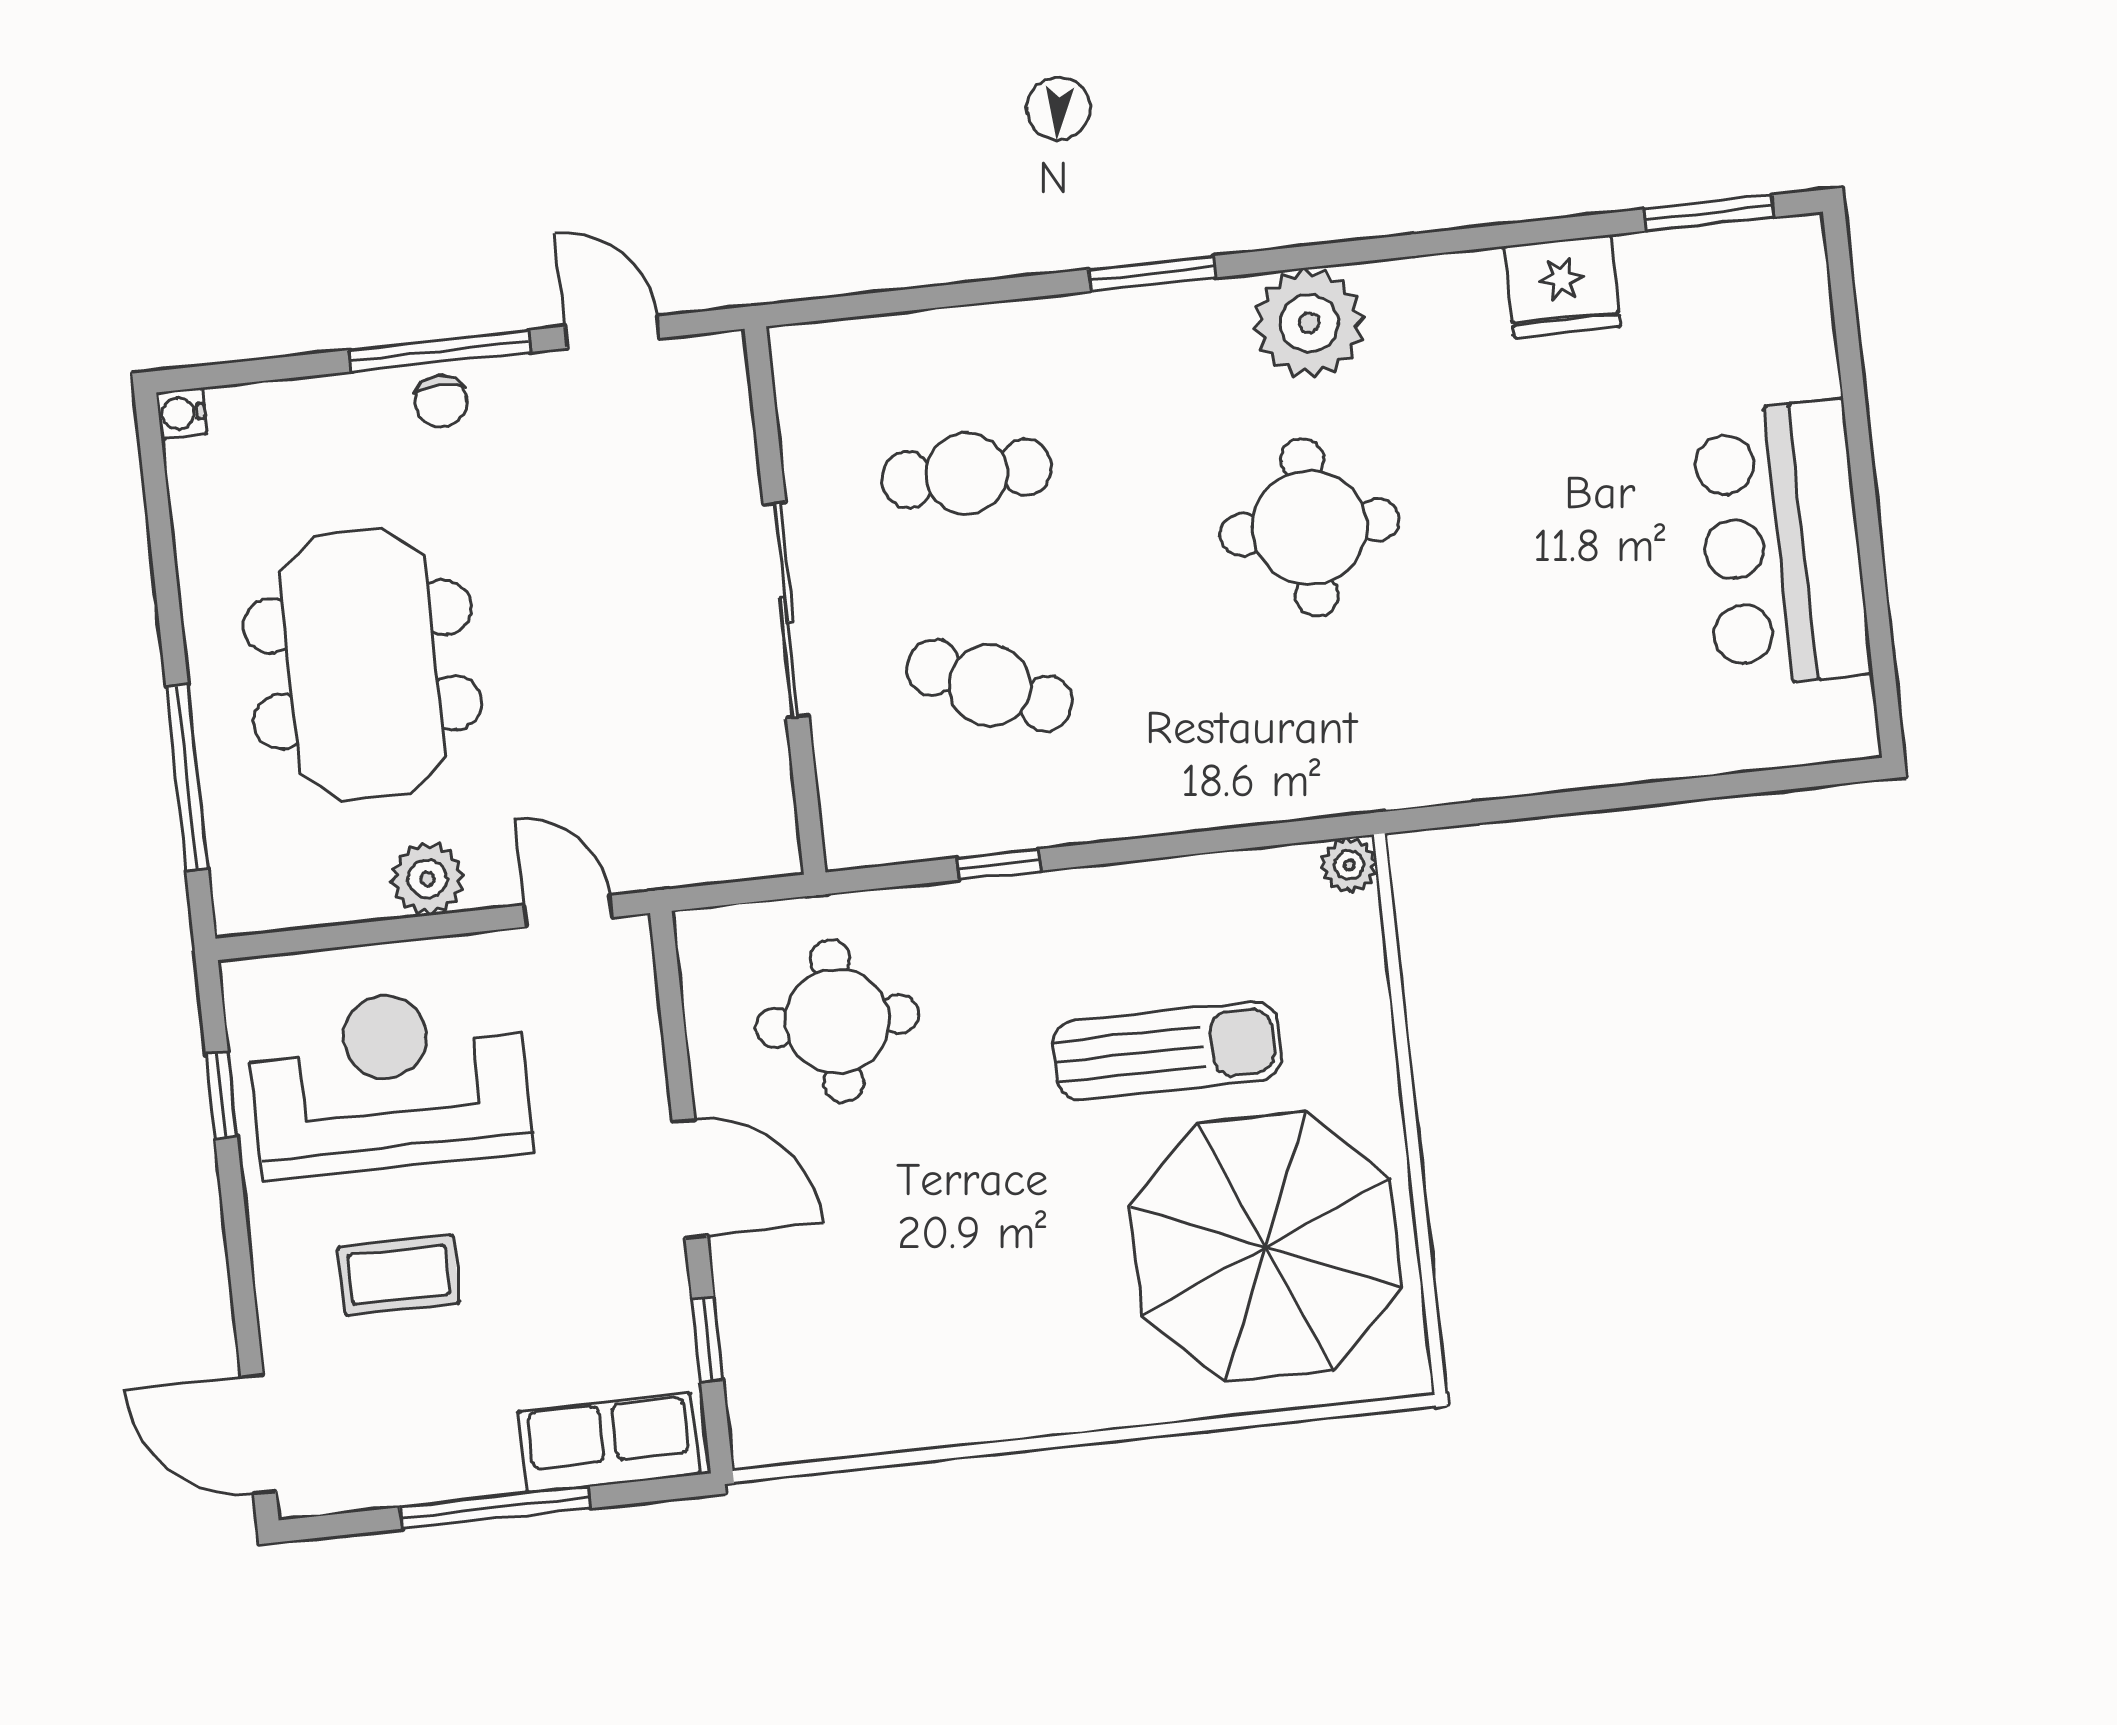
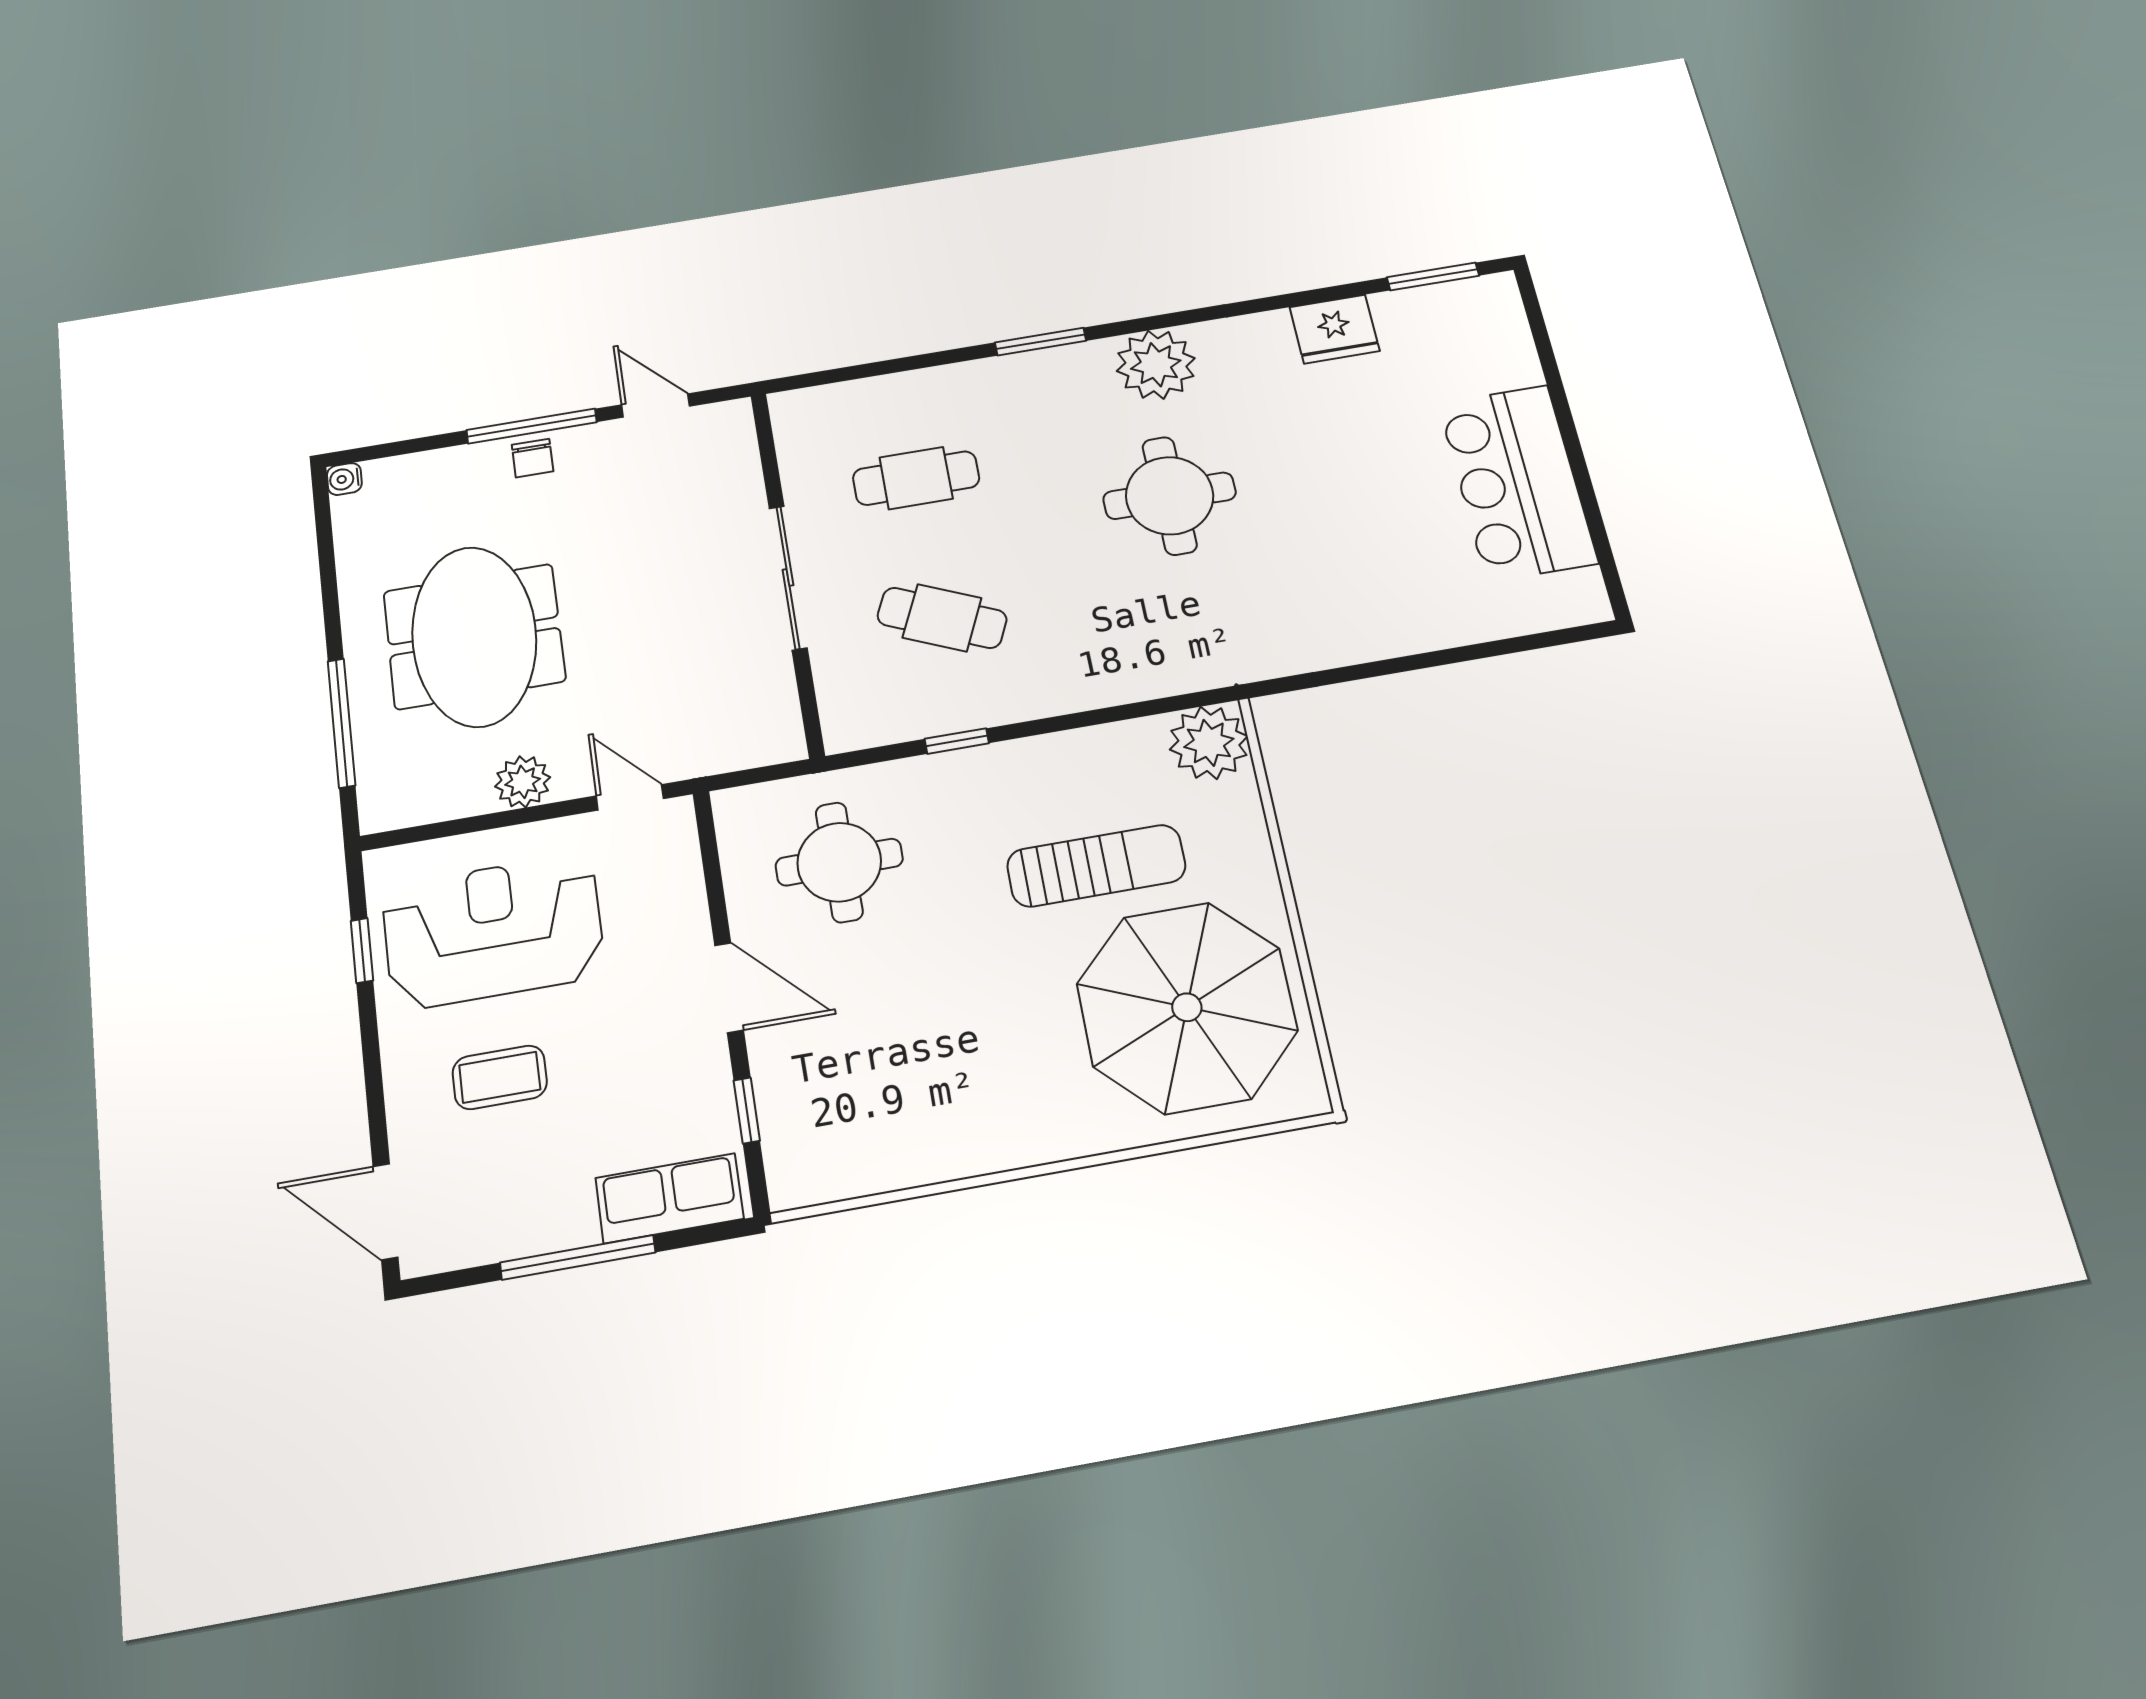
plant: (1349, 865) -> (1209, 743), width x1.88, depth x1.88

